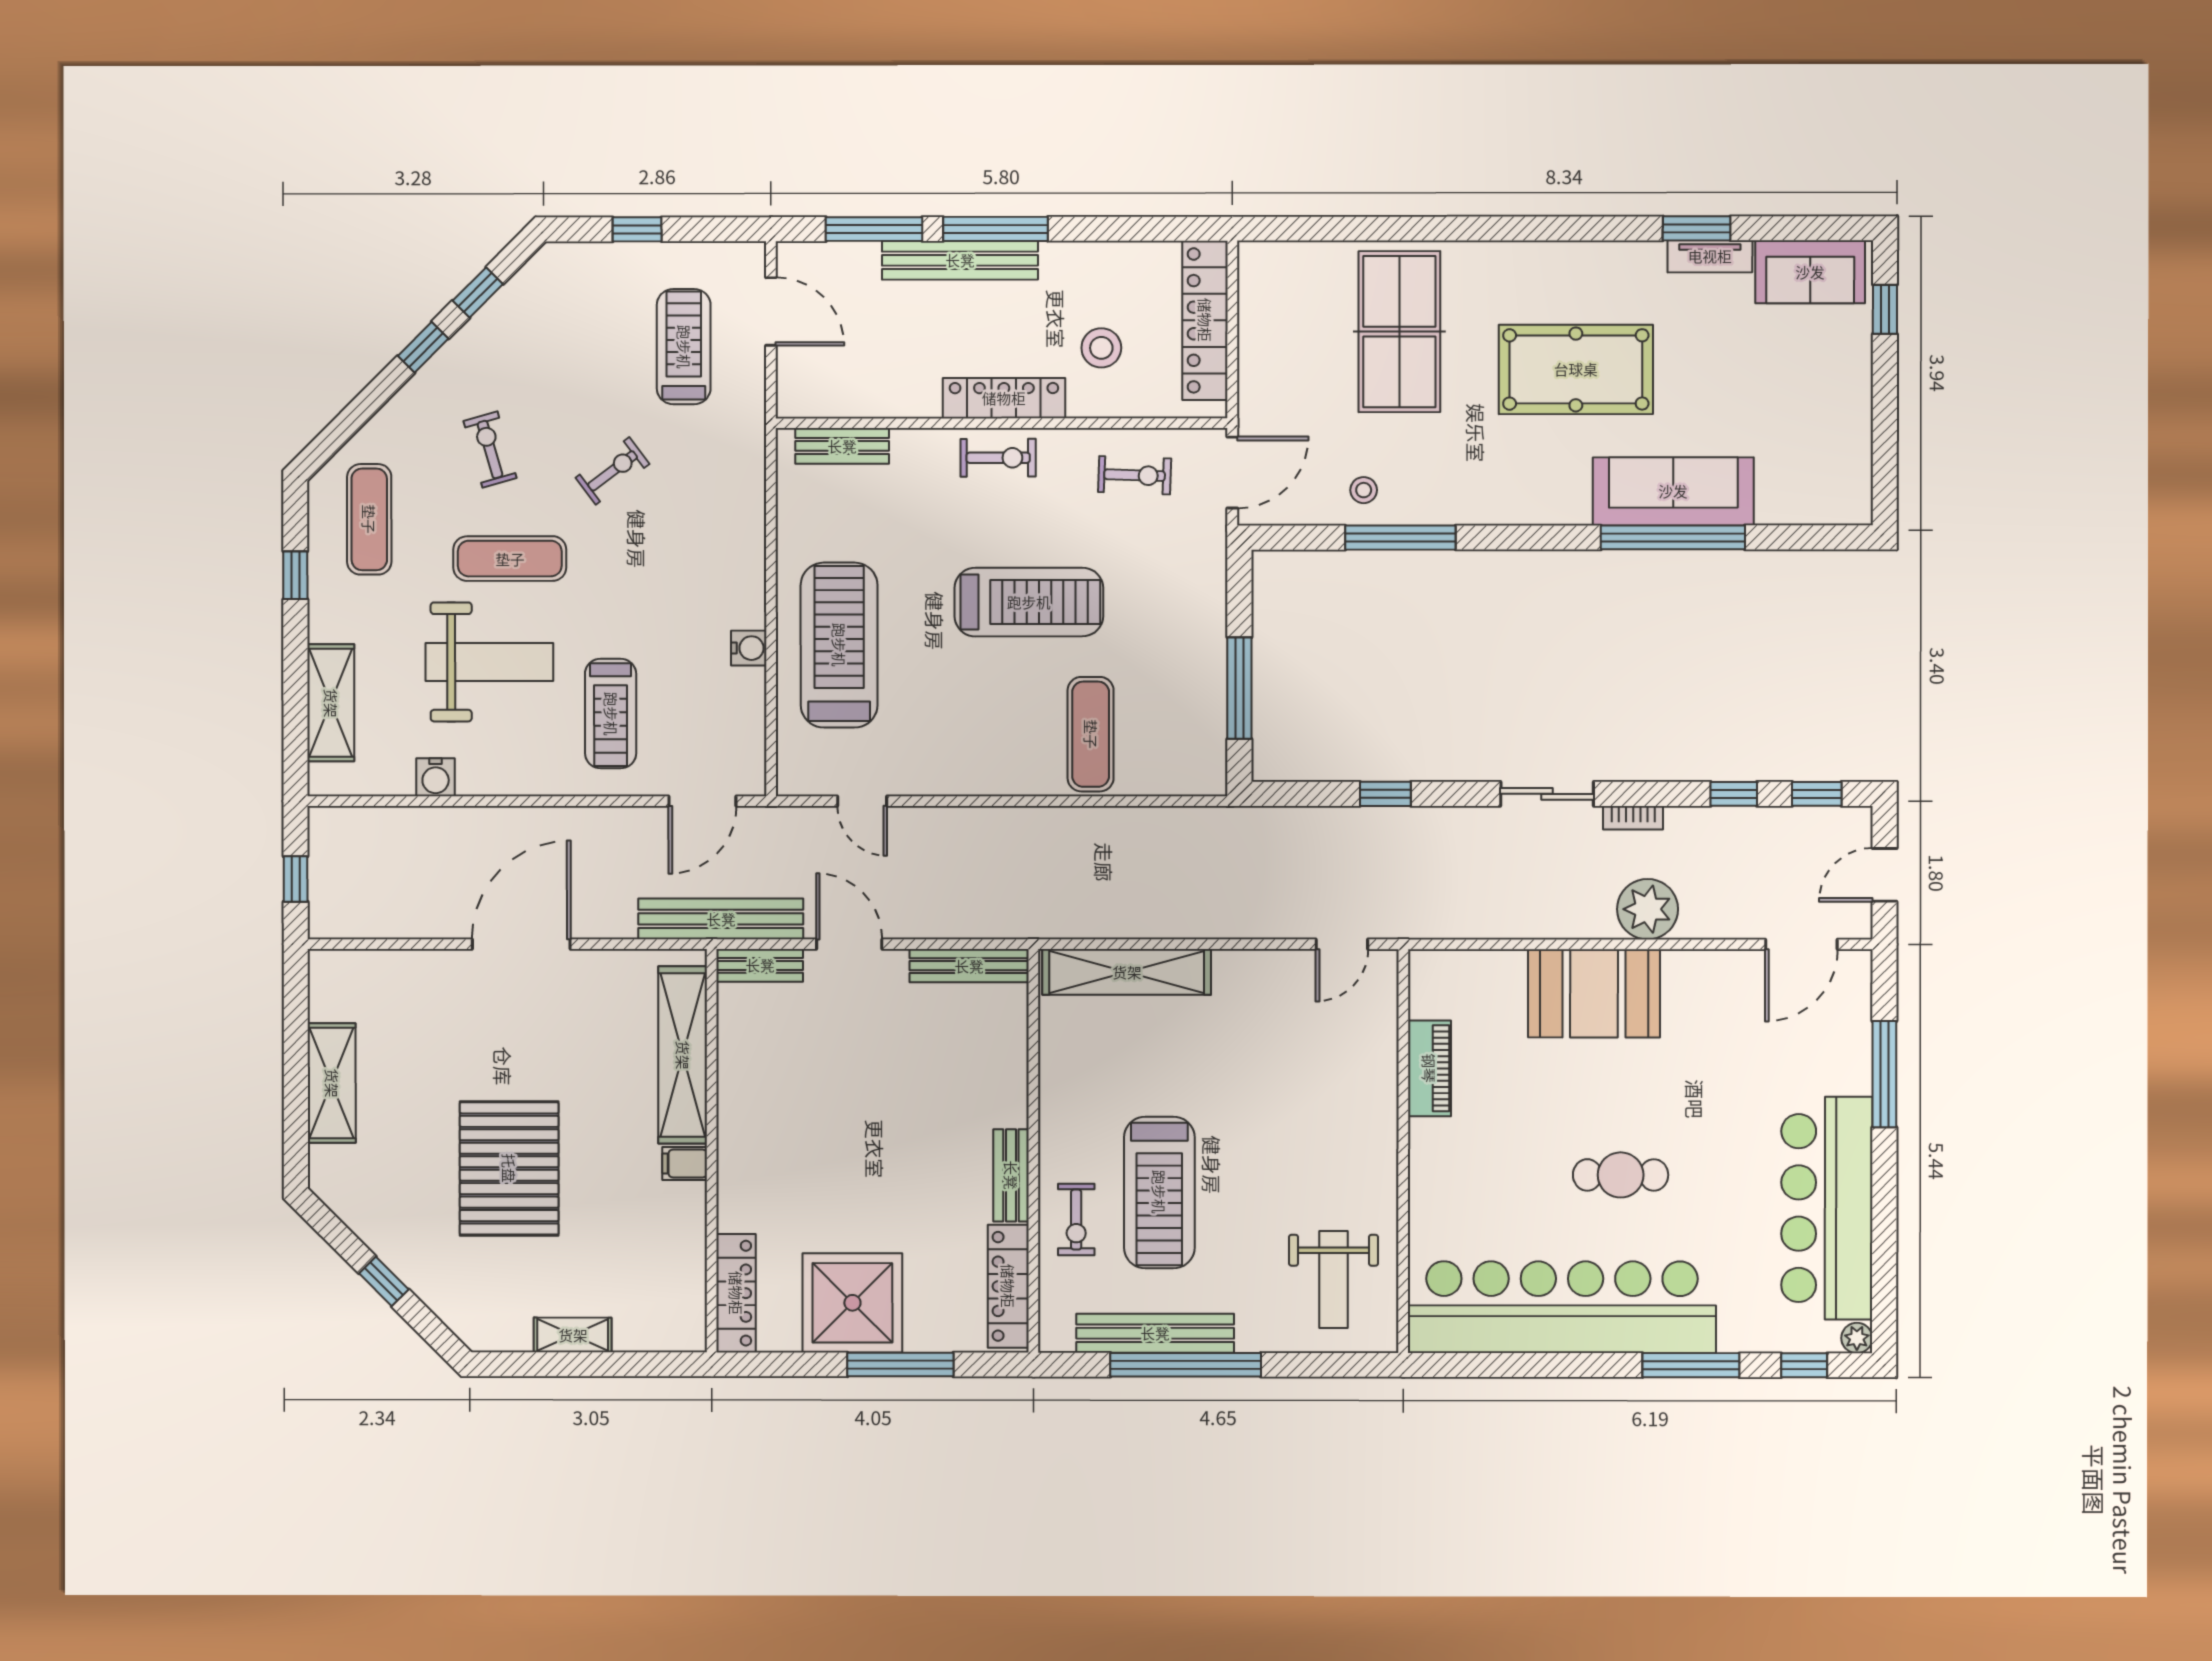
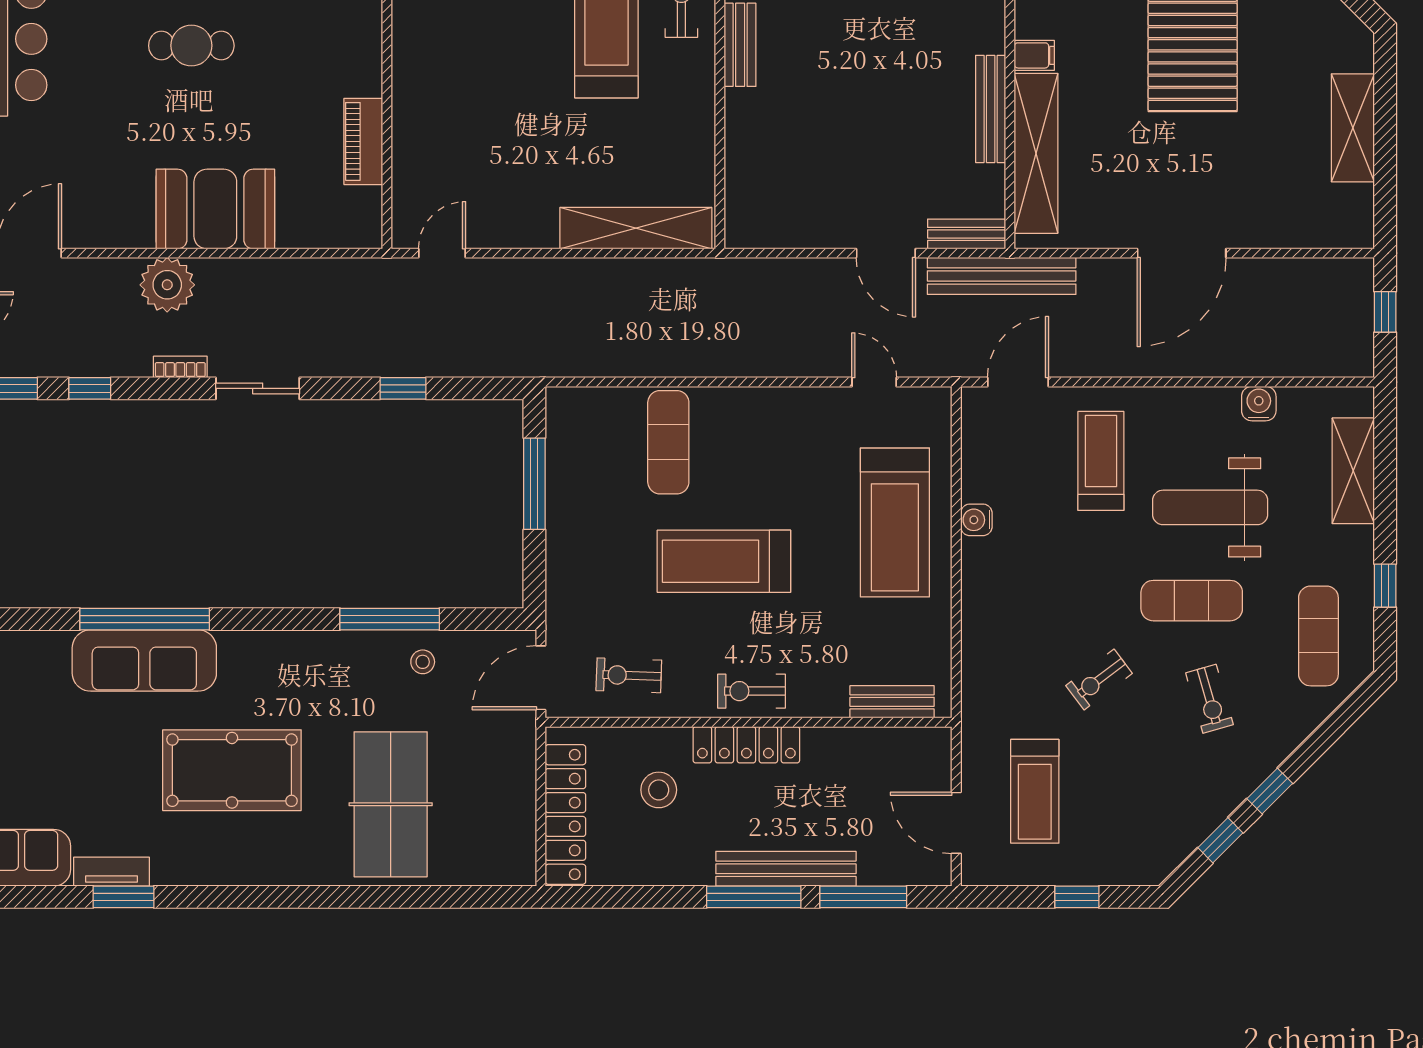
bench: (969, 966) -> (991, 109), moved, turned 90

